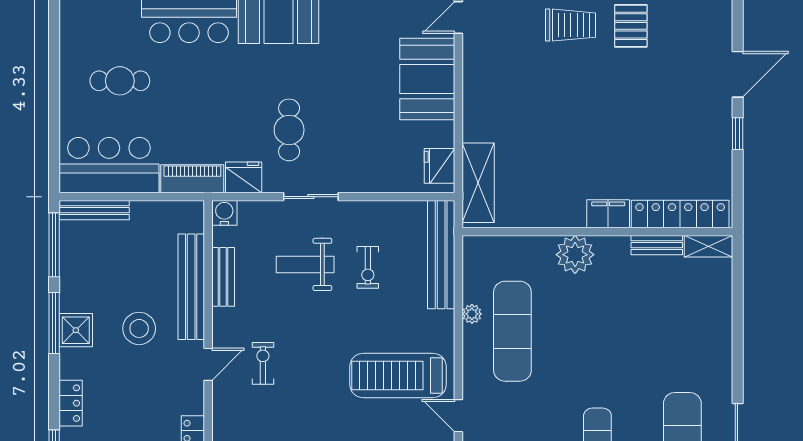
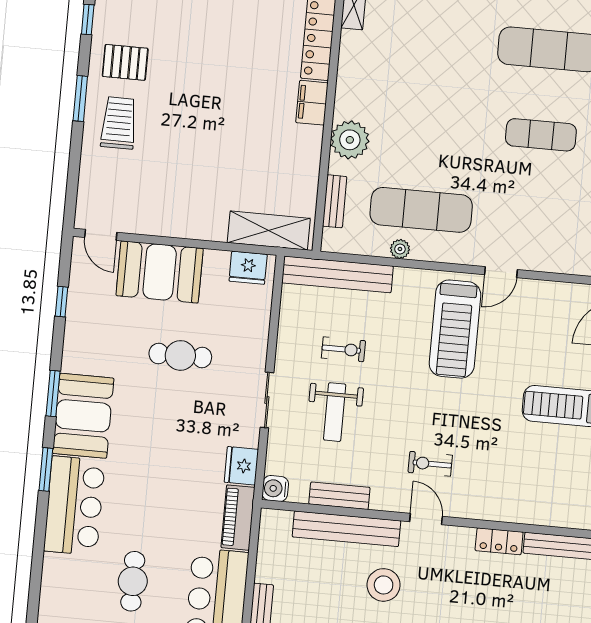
cafe table: (289, 130) -> (180, 355), moved
bench: (657, 245) -> (335, 201), moved

